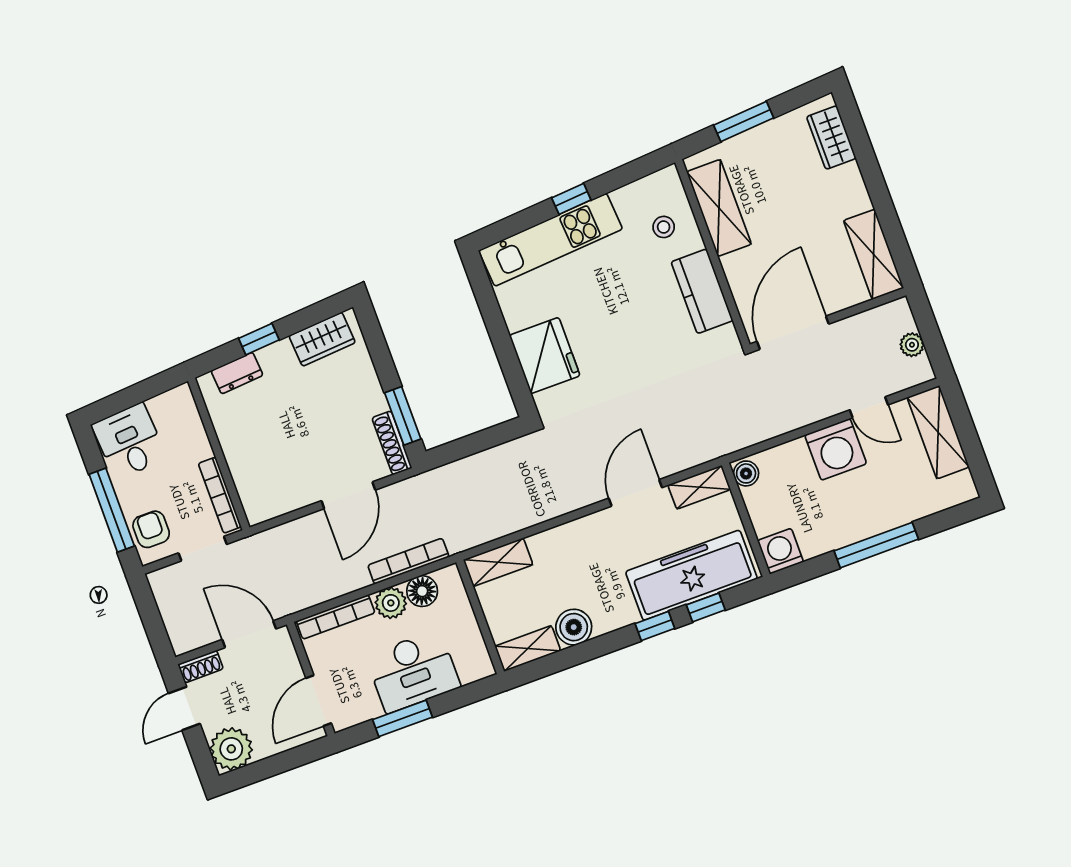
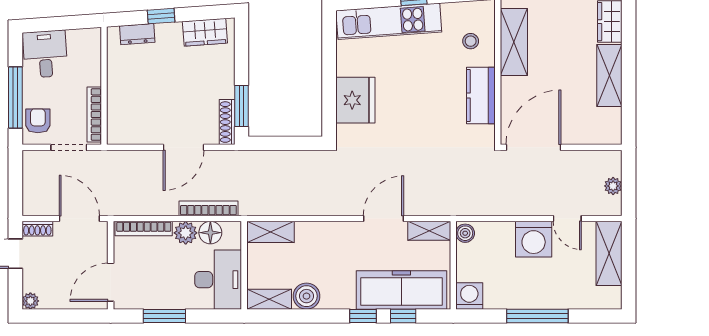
shelving: (874, 254) -> (609, 75), moved
desk: (413, 671) -> (218, 280), moved, turned -90
plant: (231, 749) -> (30, 301), width x0.53, depth x0.53

